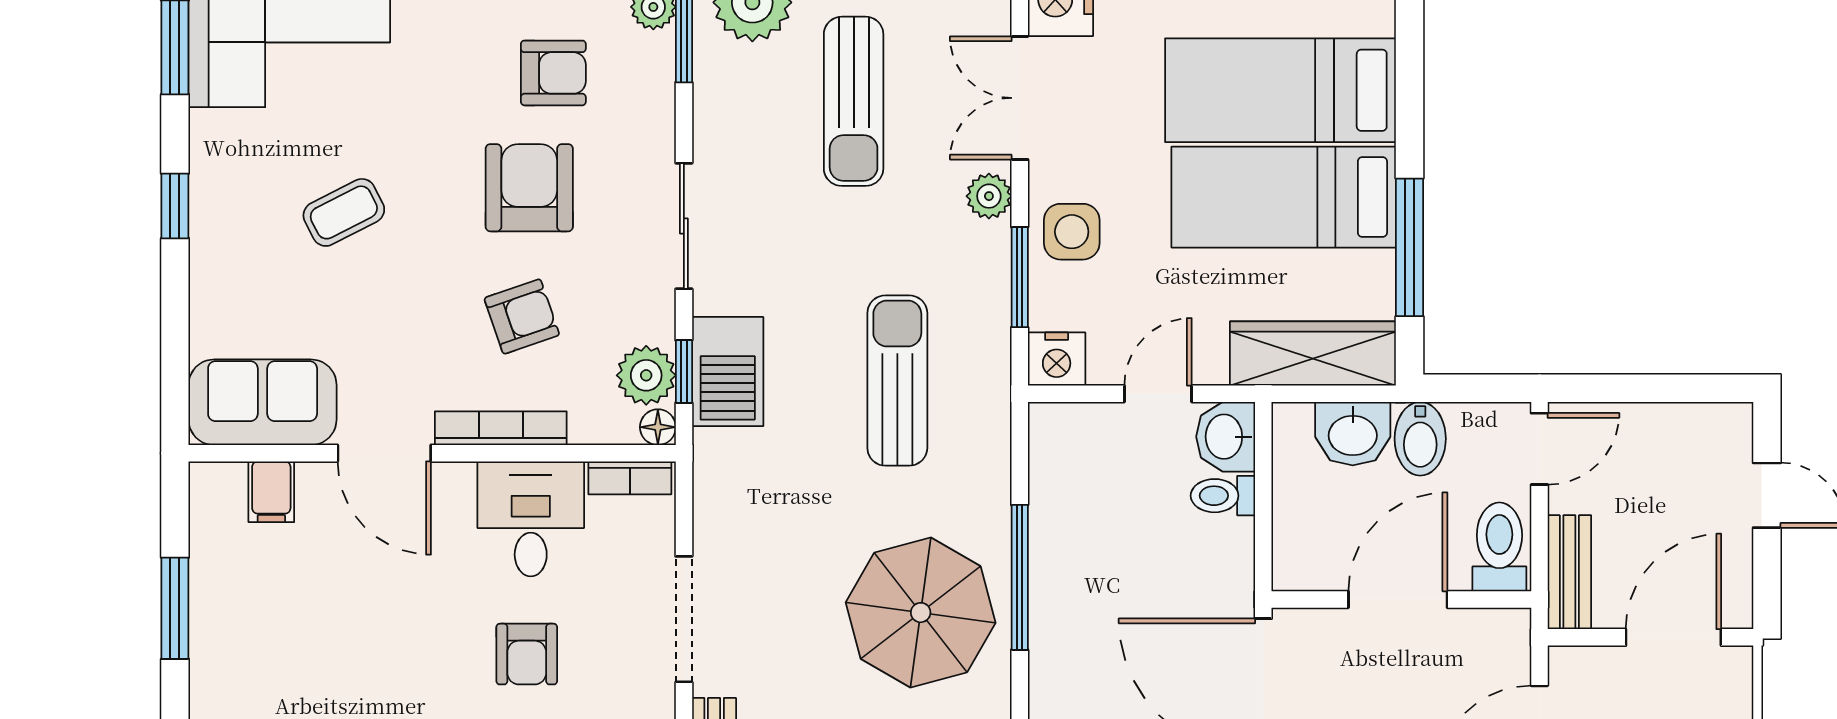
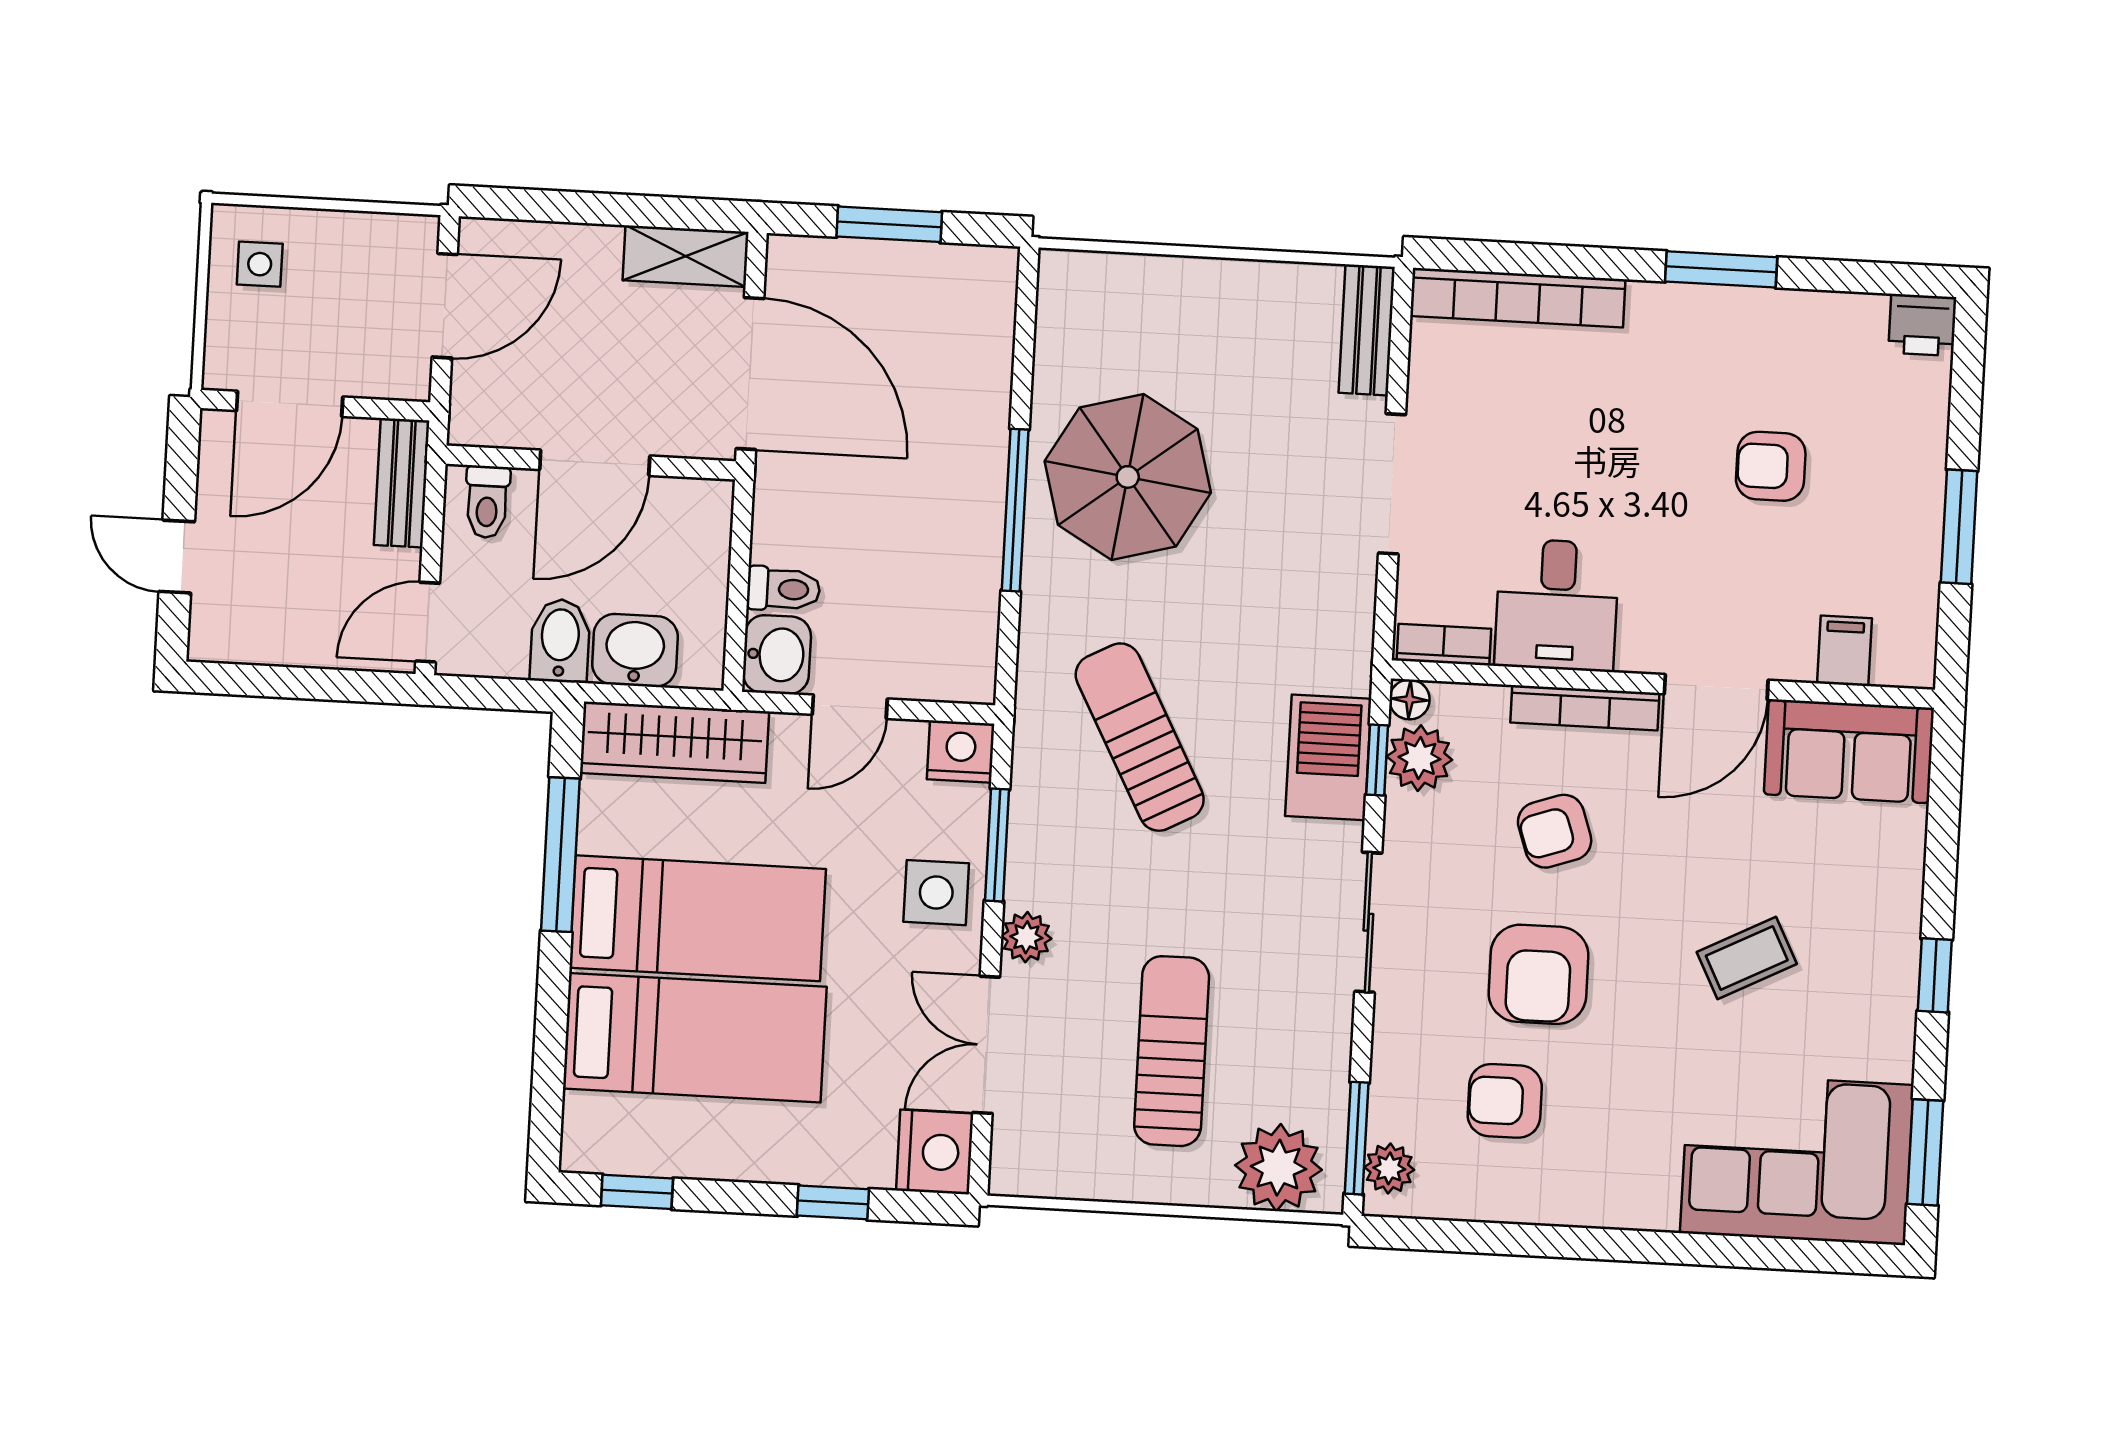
double door: (1020, 98) -> (986, 1045), swing flipped
sun lounger: (897, 381) -> (1140, 737), turned 152
door: (384, 453) -> (1716, 687), swing flipped
toilet: (1499, 547) -> (487, 502), width x0.73, depth x0.72
armchair: (527, 654) -> (1771, 466), moved, turned -90

